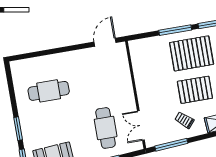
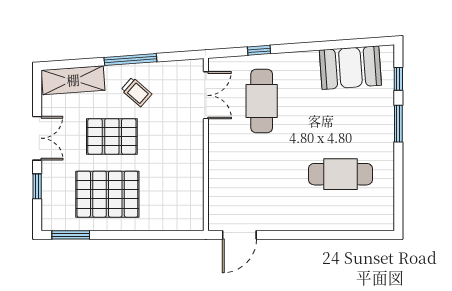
window: (175, 30) -> (127, 235), removed
window: (171, 145) -> (130, 60), moved

